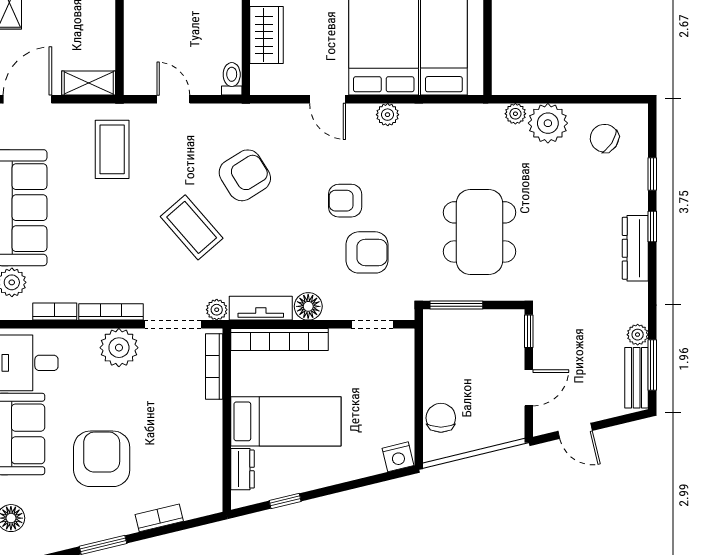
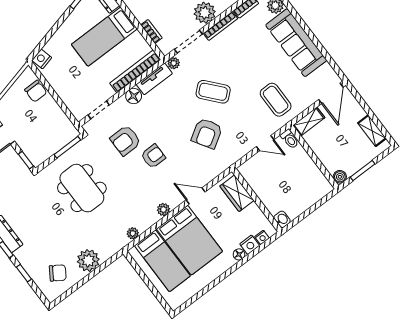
wardrobe: (267, 35) -> (237, 193), moved
toilet: (232, 79) -> (290, 139), moved
plant: (515, 114) -> (133, 233), moved
bookcase: (214, 366) -> (151, 31), width x0.64

